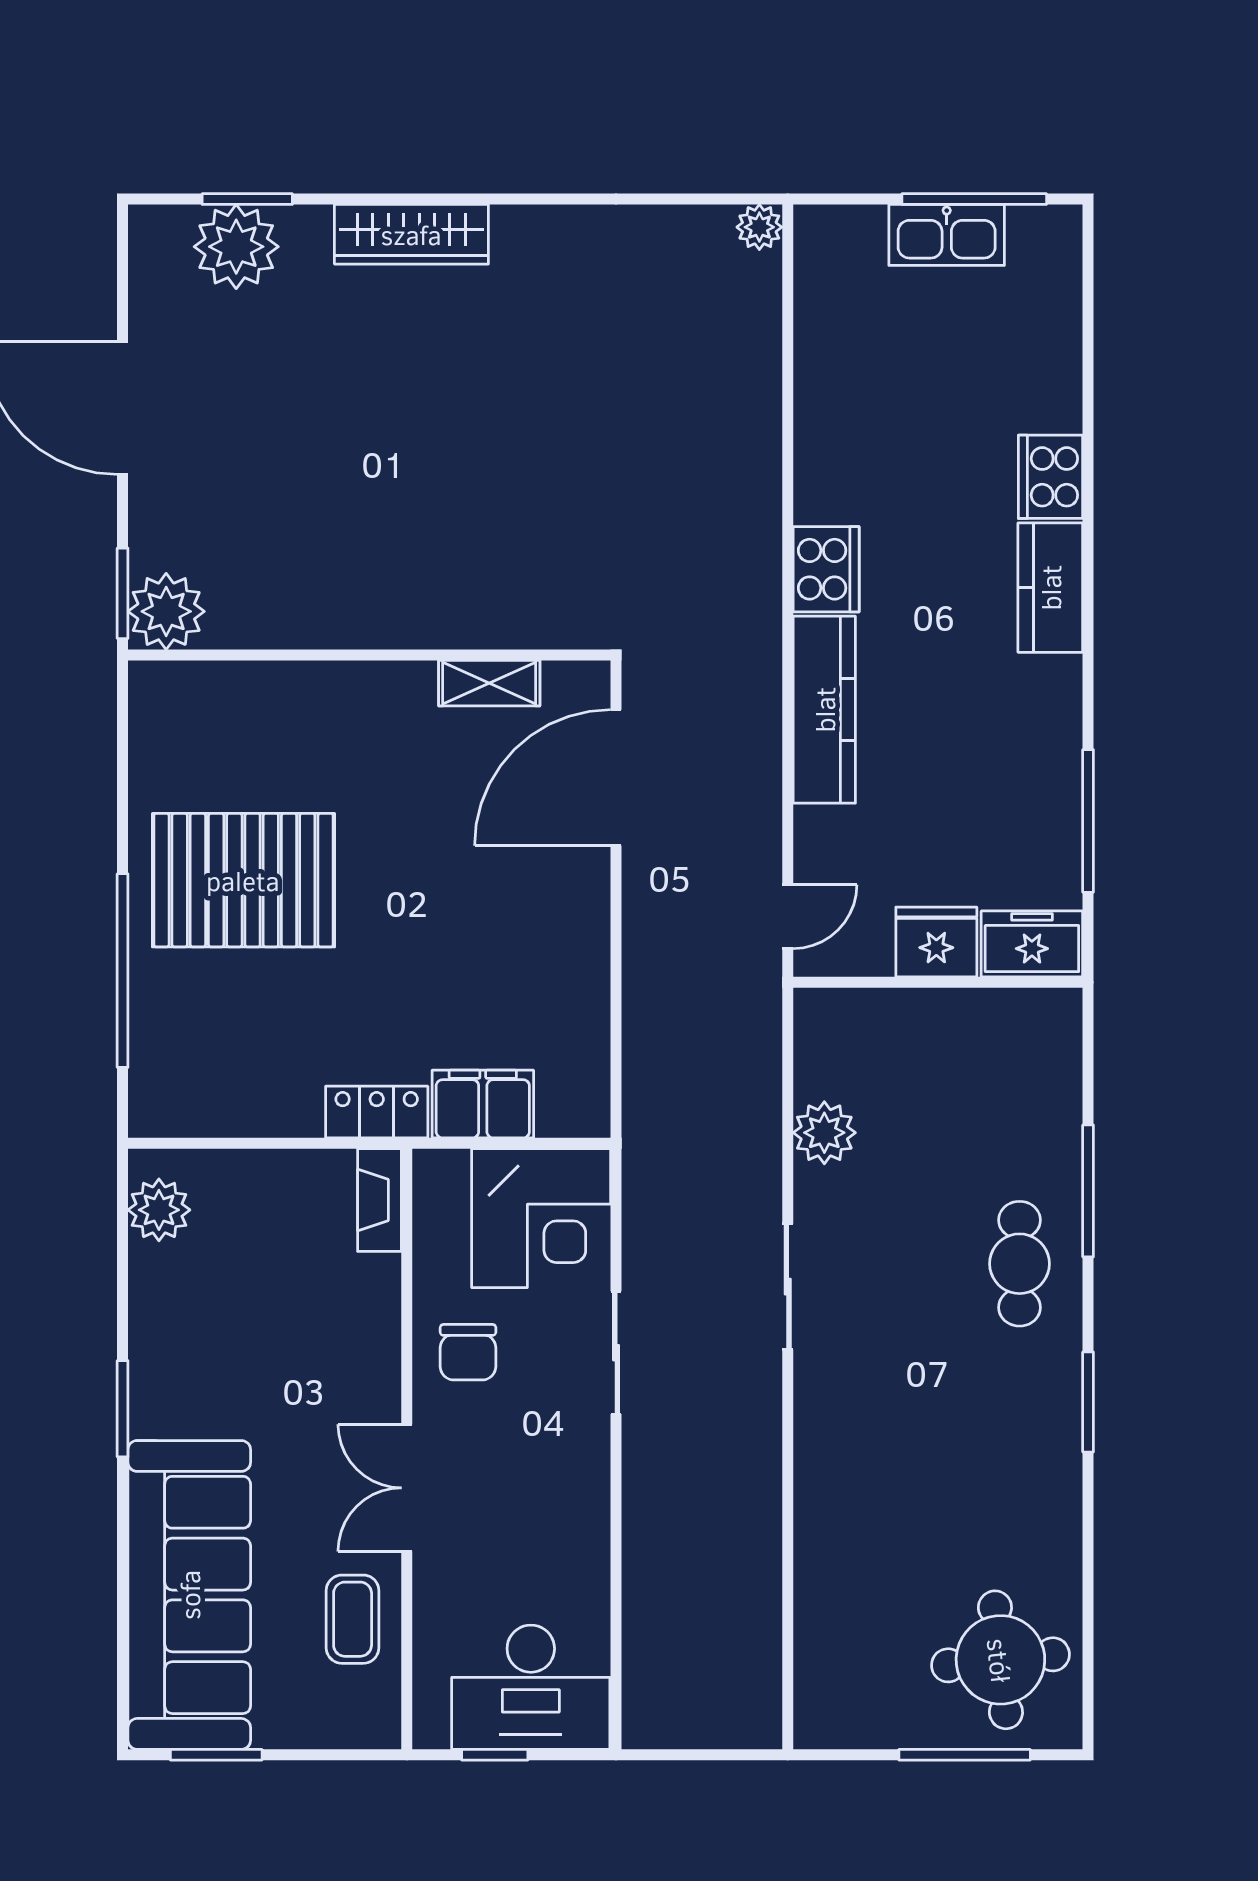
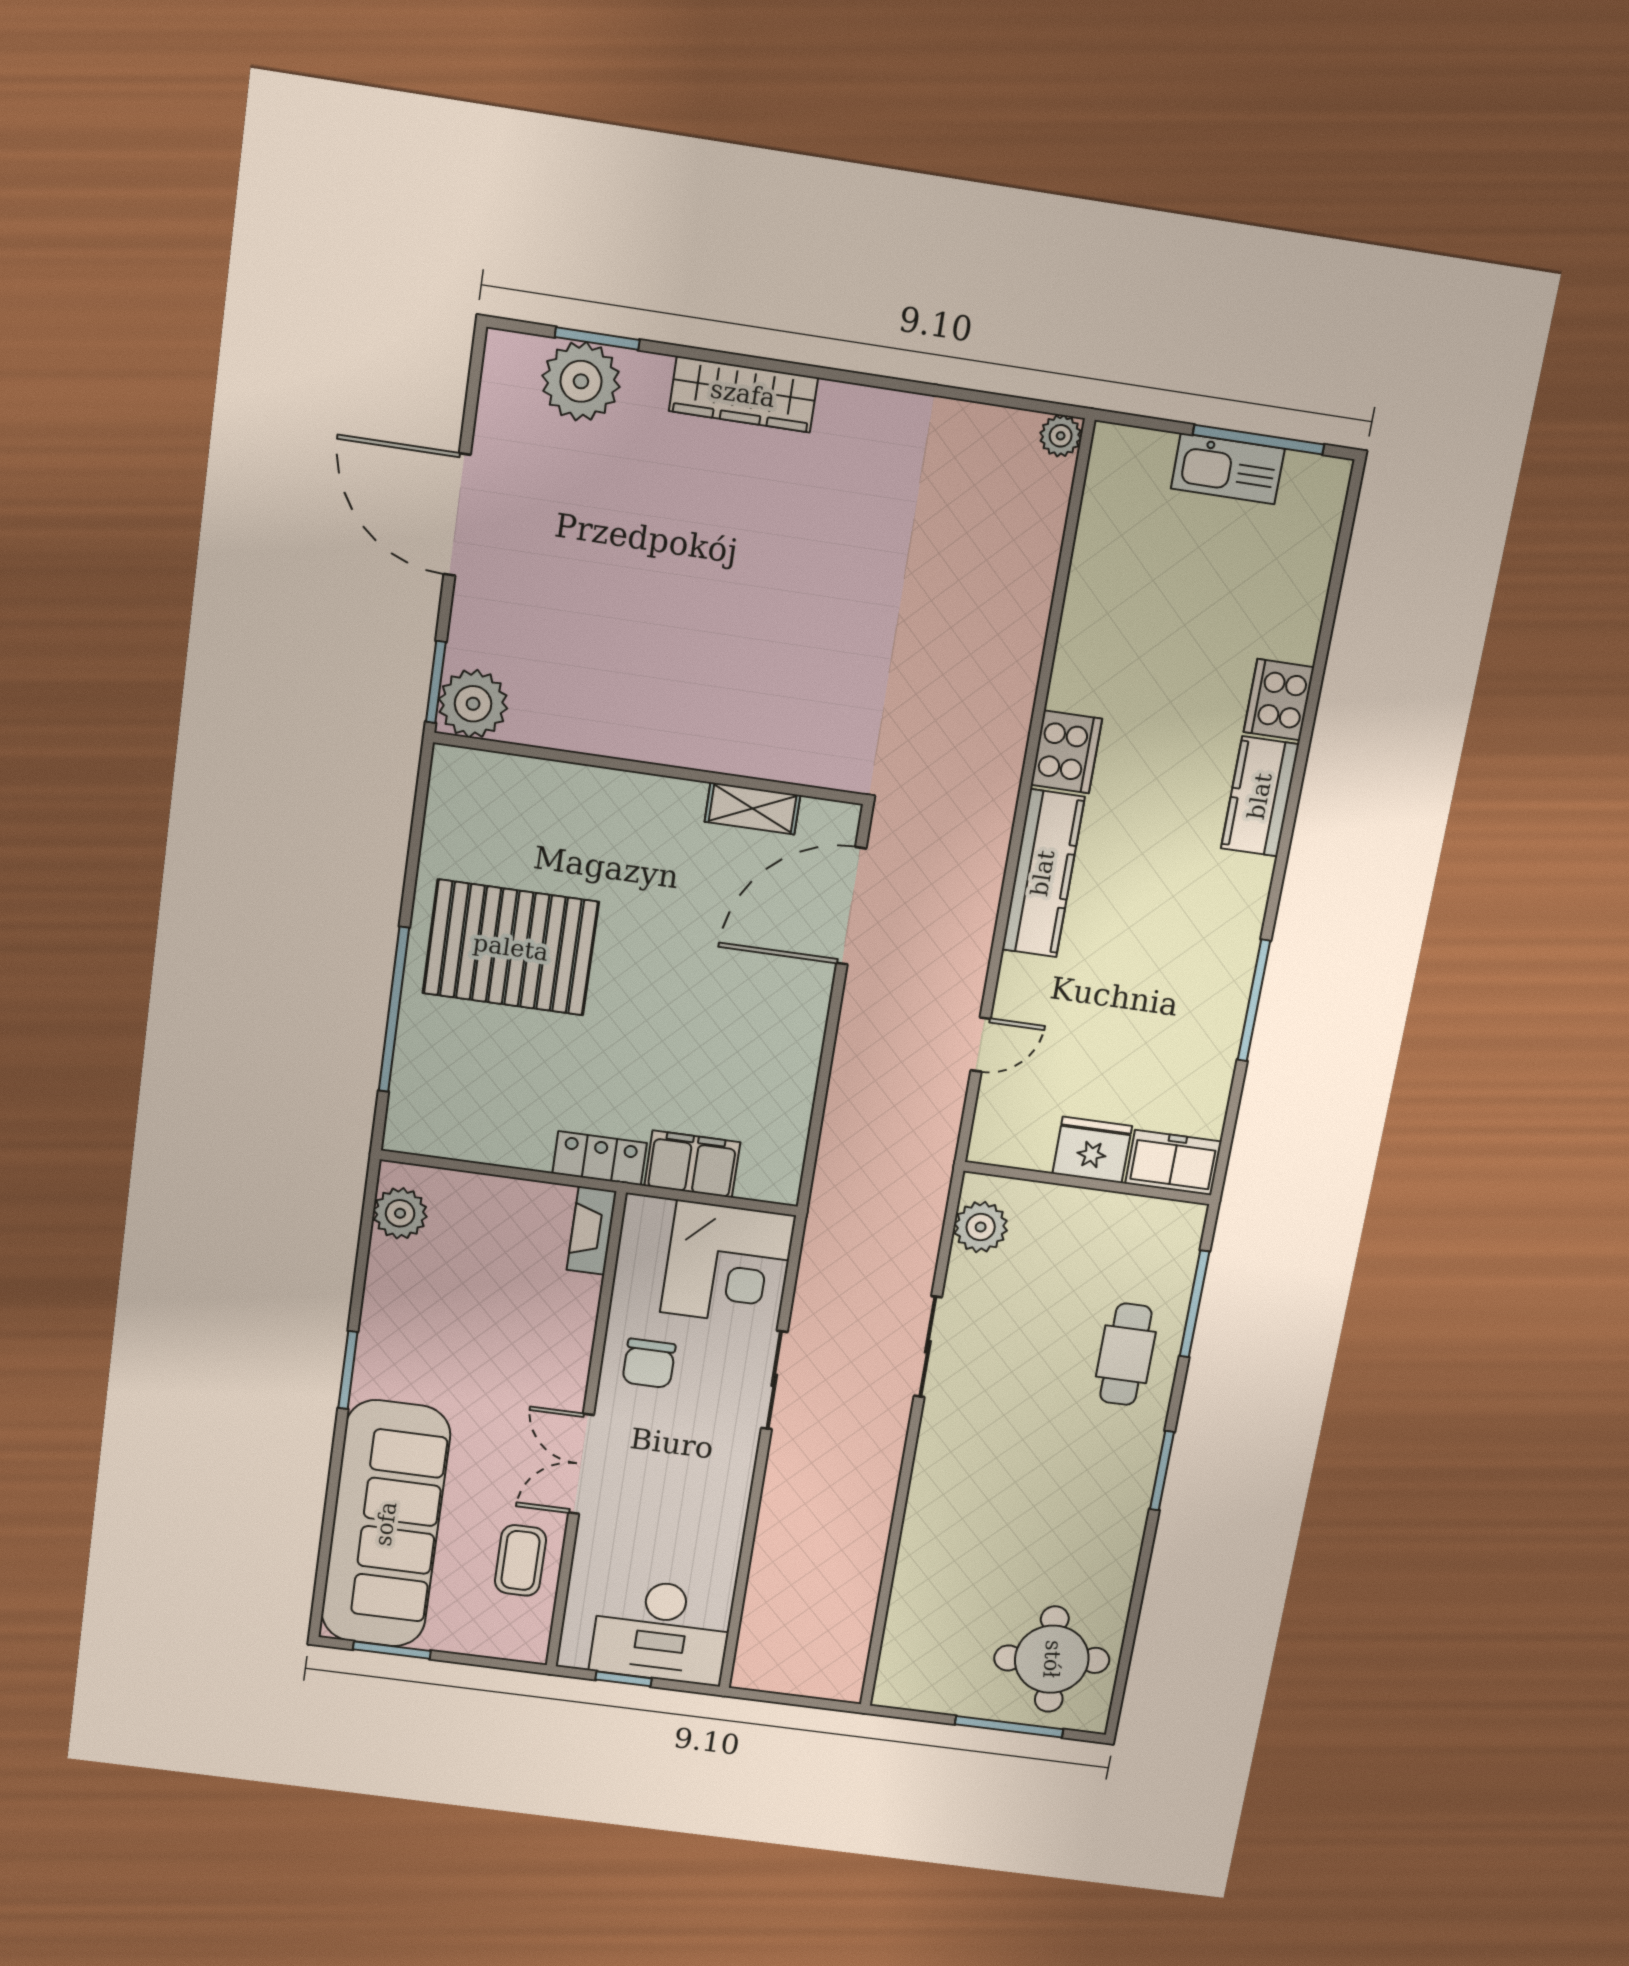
fridge: (936, 942) -> (1092, 1150), moved
freezer: (1032, 944) -> (1173, 1163), moved
wall: (938, 982) -> (1087, 1183), moved

